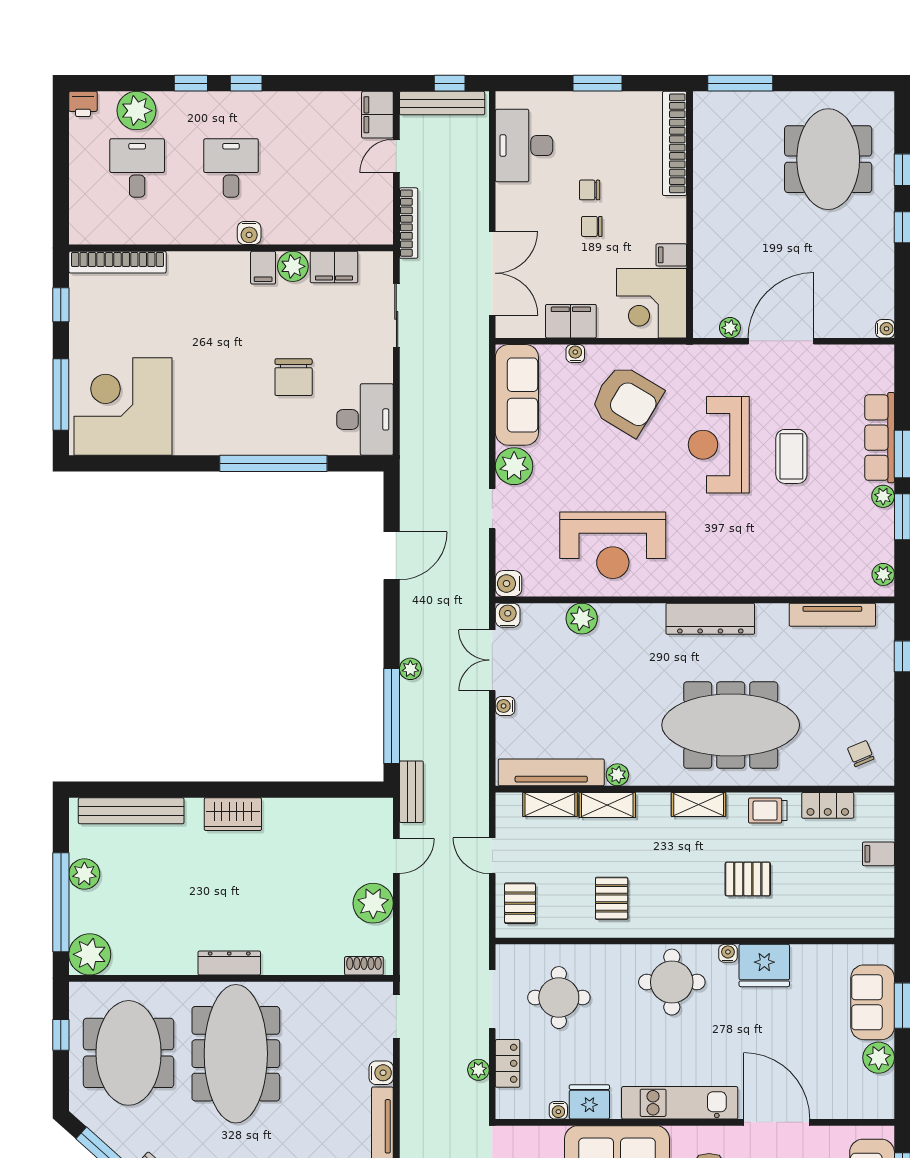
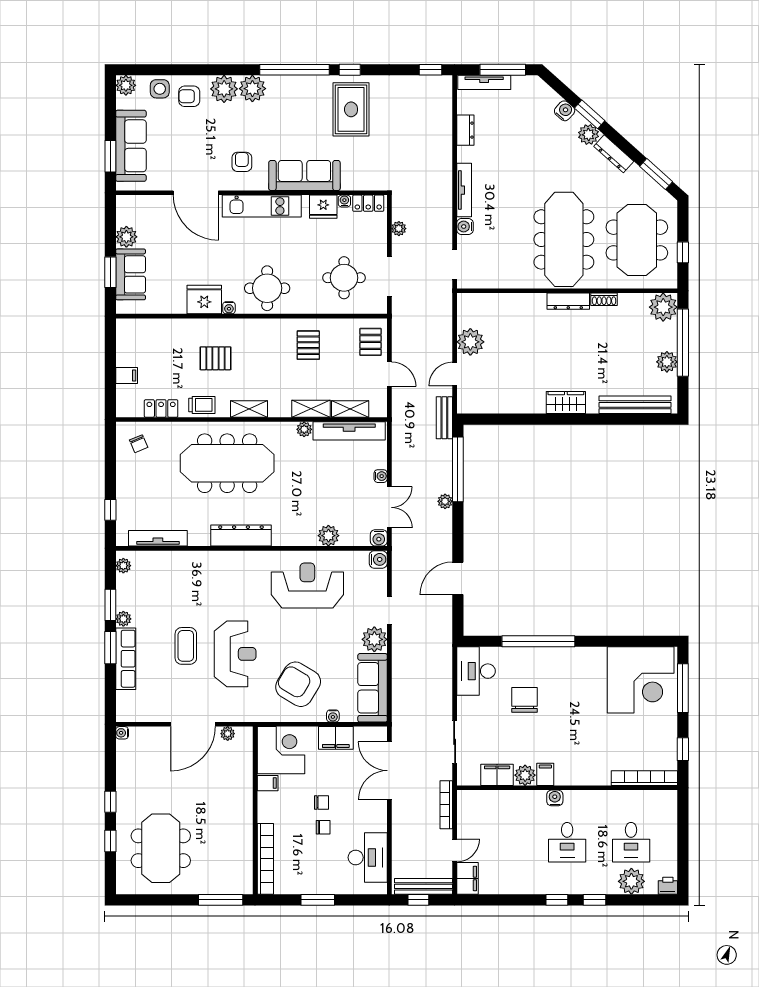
shoe rack: (364, 966) -> (604, 299), moved
locker: (508, 1063) -> (368, 203), moved, turned -90

